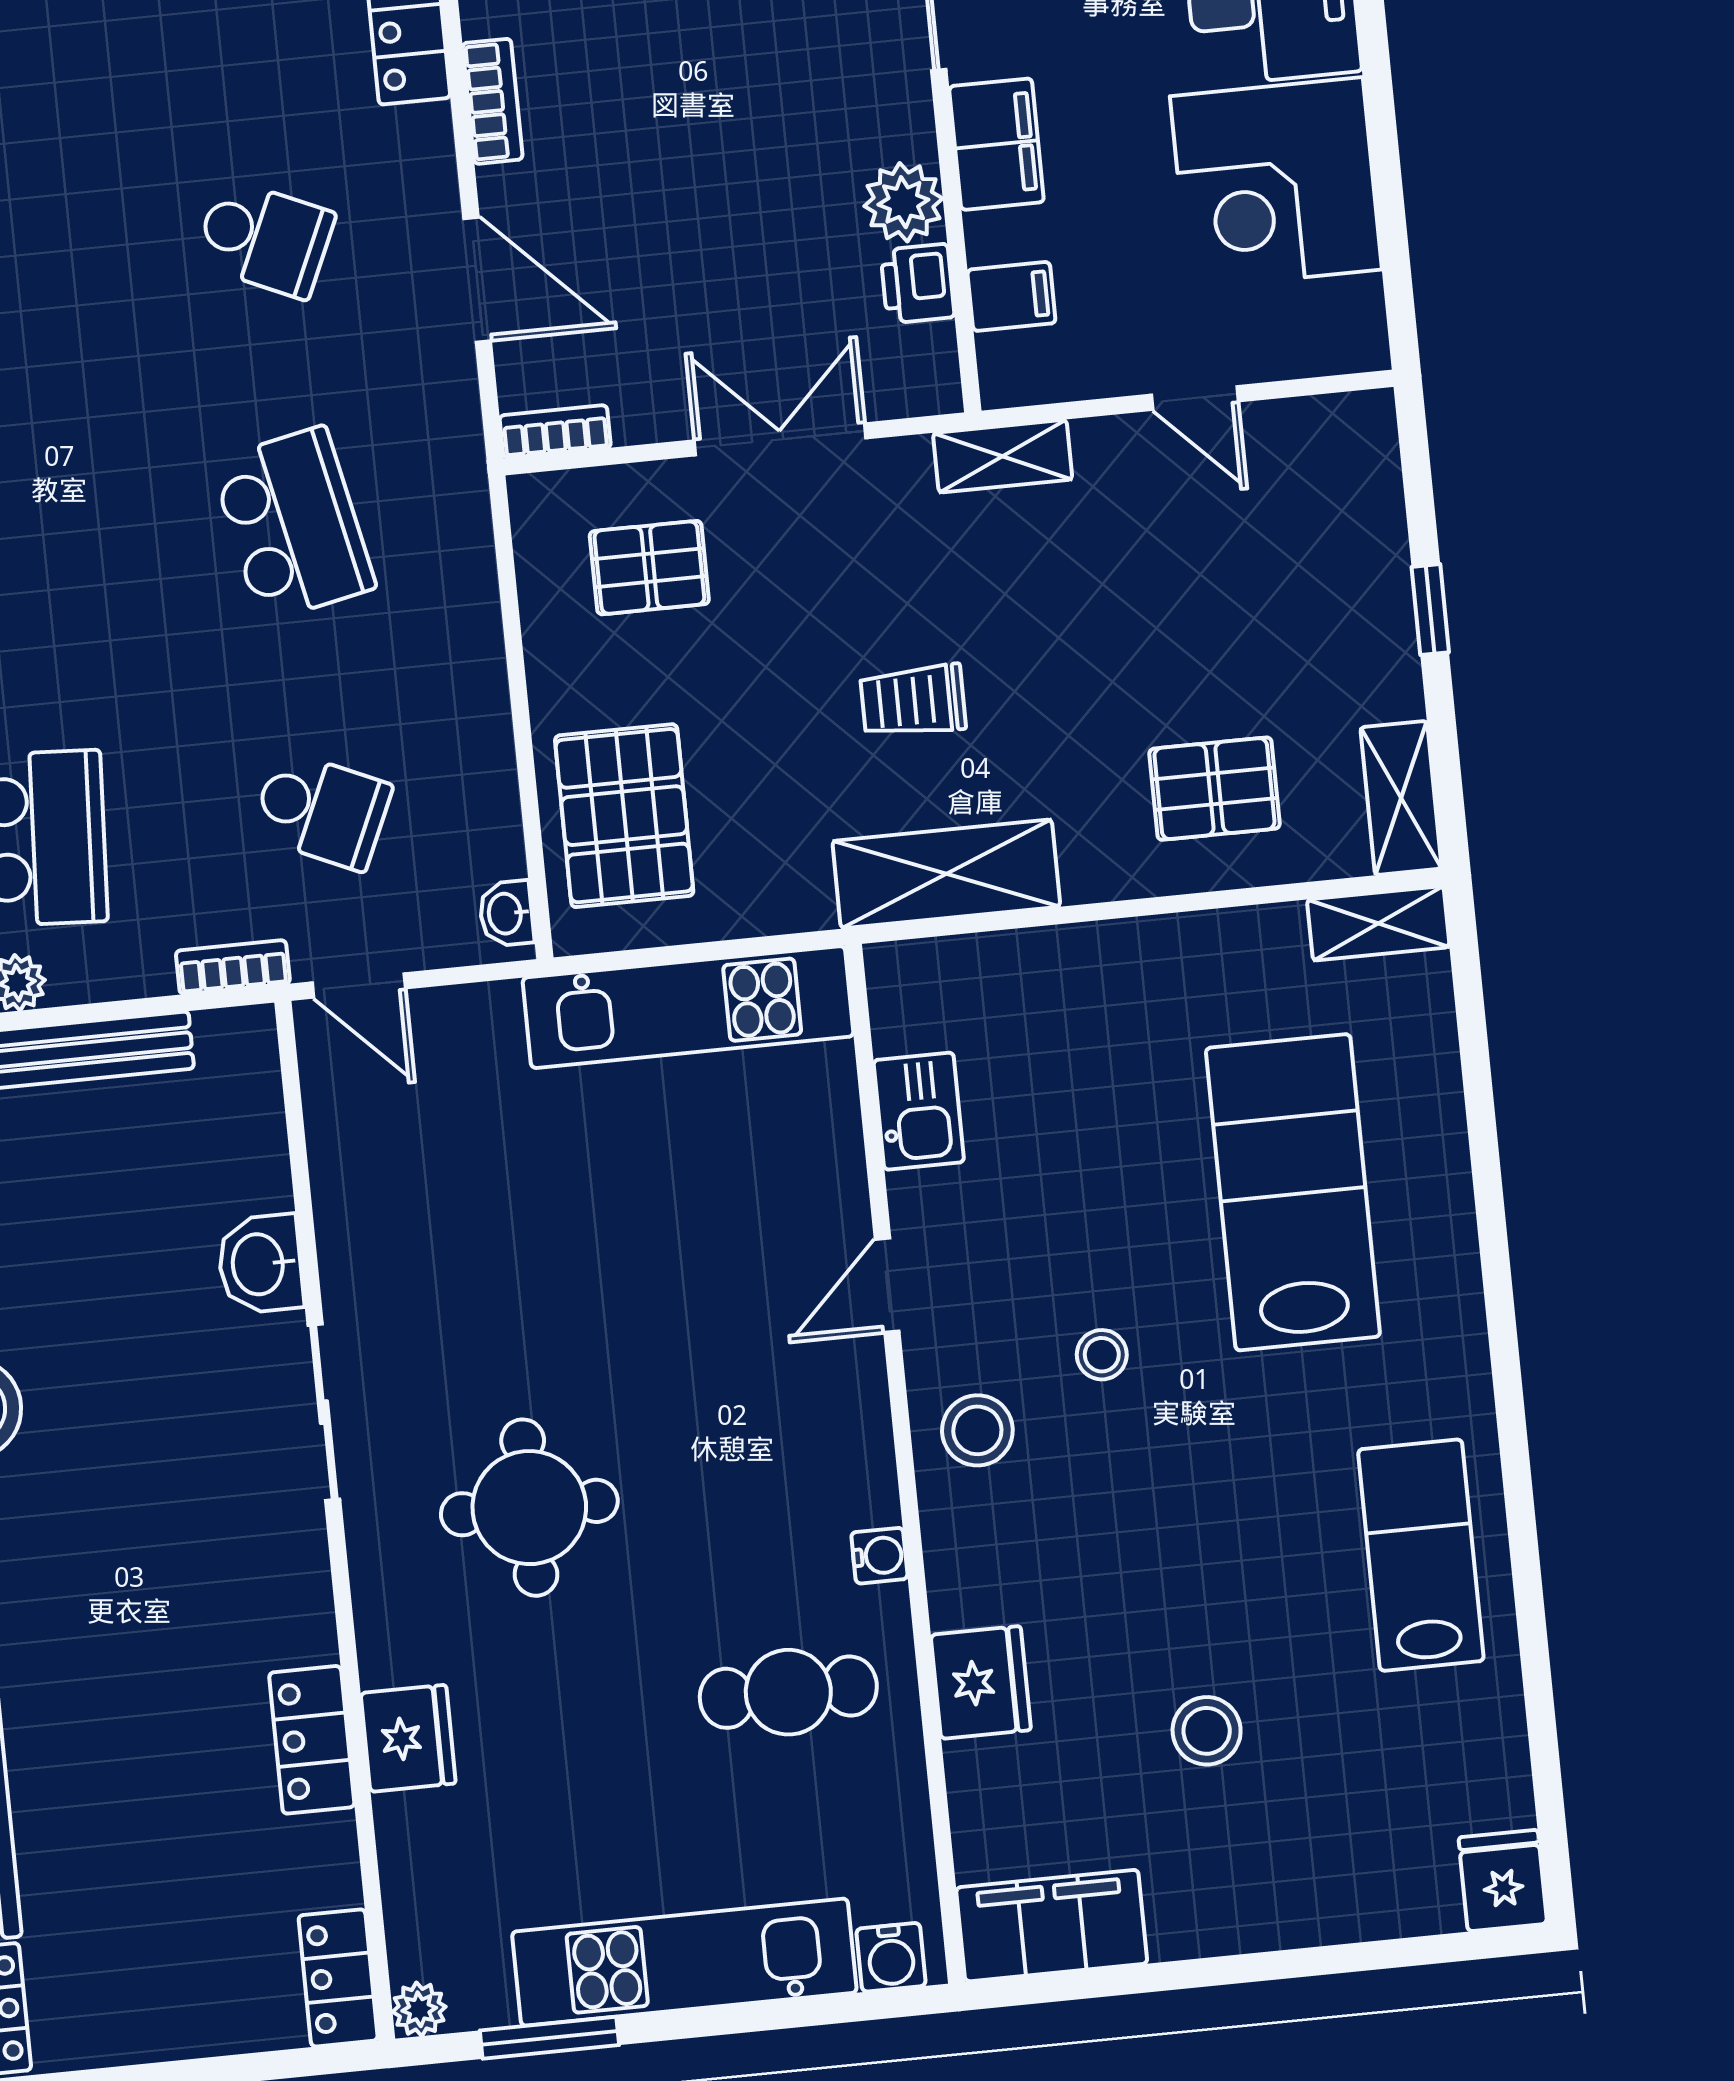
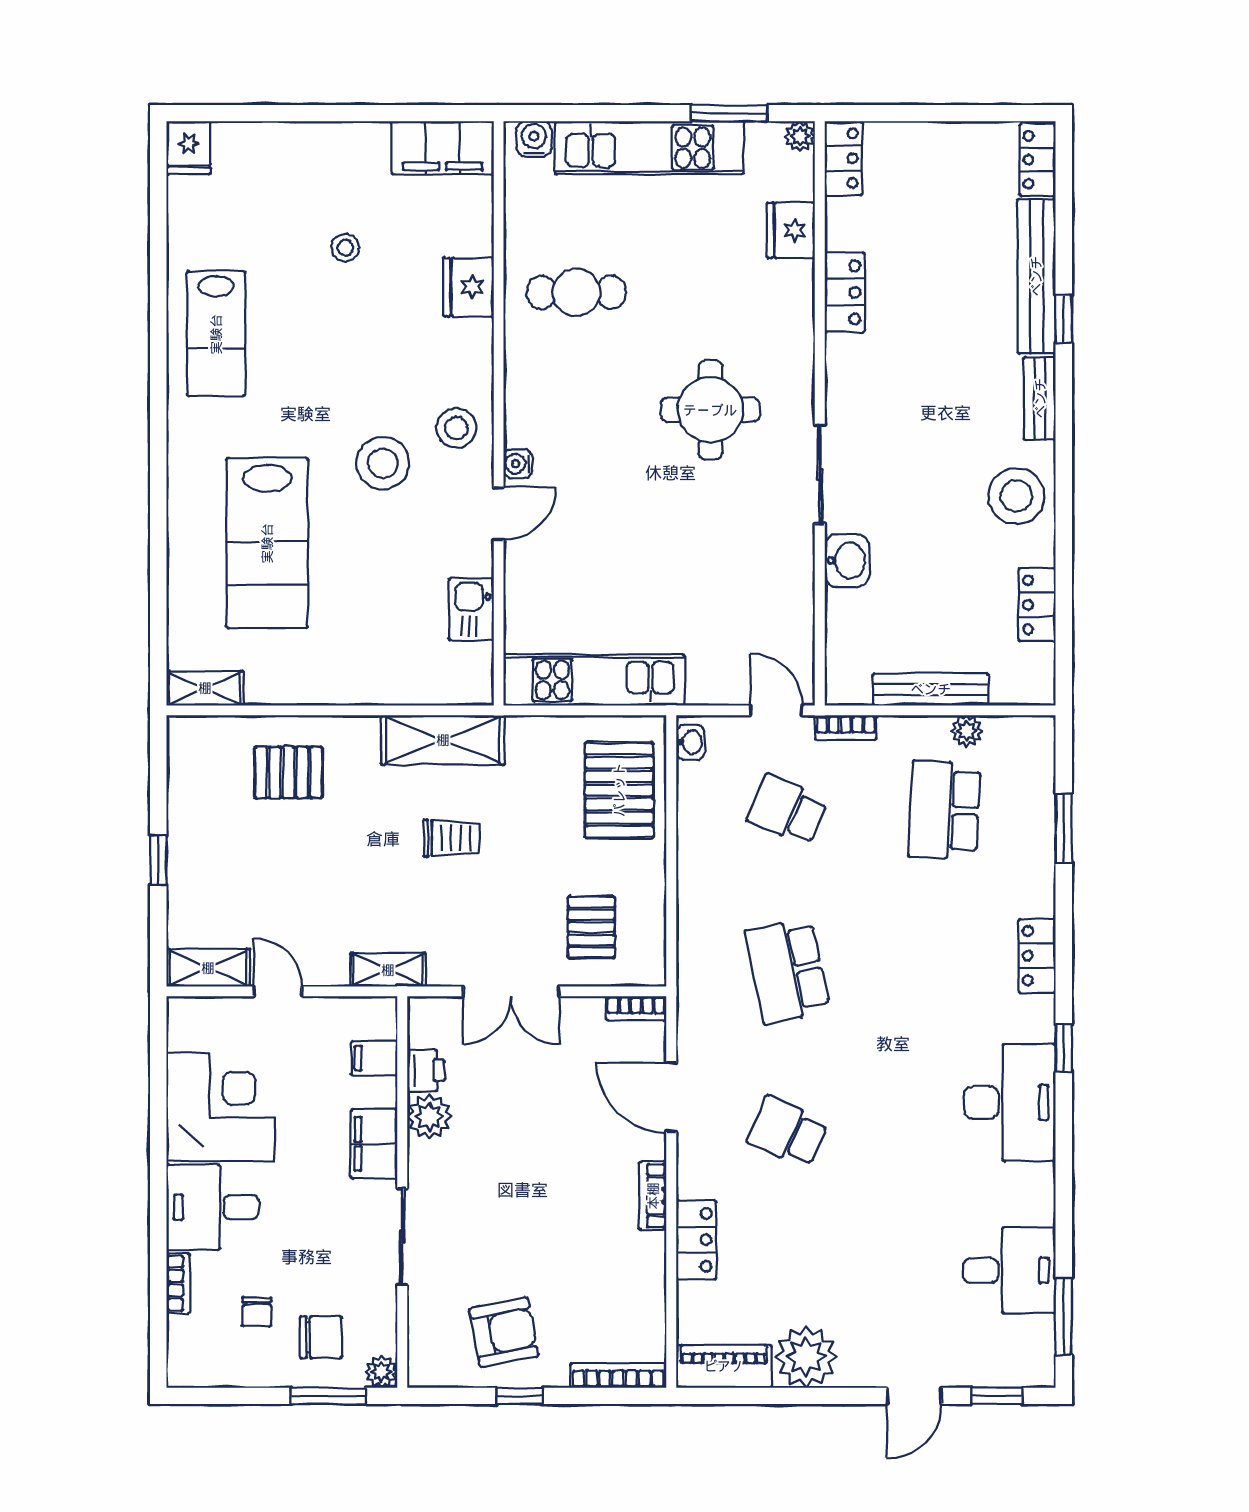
pallet: (649, 568) -> (591, 927), turned 90
shelving: (1401, 798) -> (208, 968), moved, turned 90
stool: (1102, 1355) -> (383, 463), width x1.89, depth x1.89
water cooler: (879, 1556) -> (518, 464), moved
stool: (1207, 1731) -> (345, 248), width x0.73, depth x0.73
fridge: (408, 1738) -> (791, 230), moved

